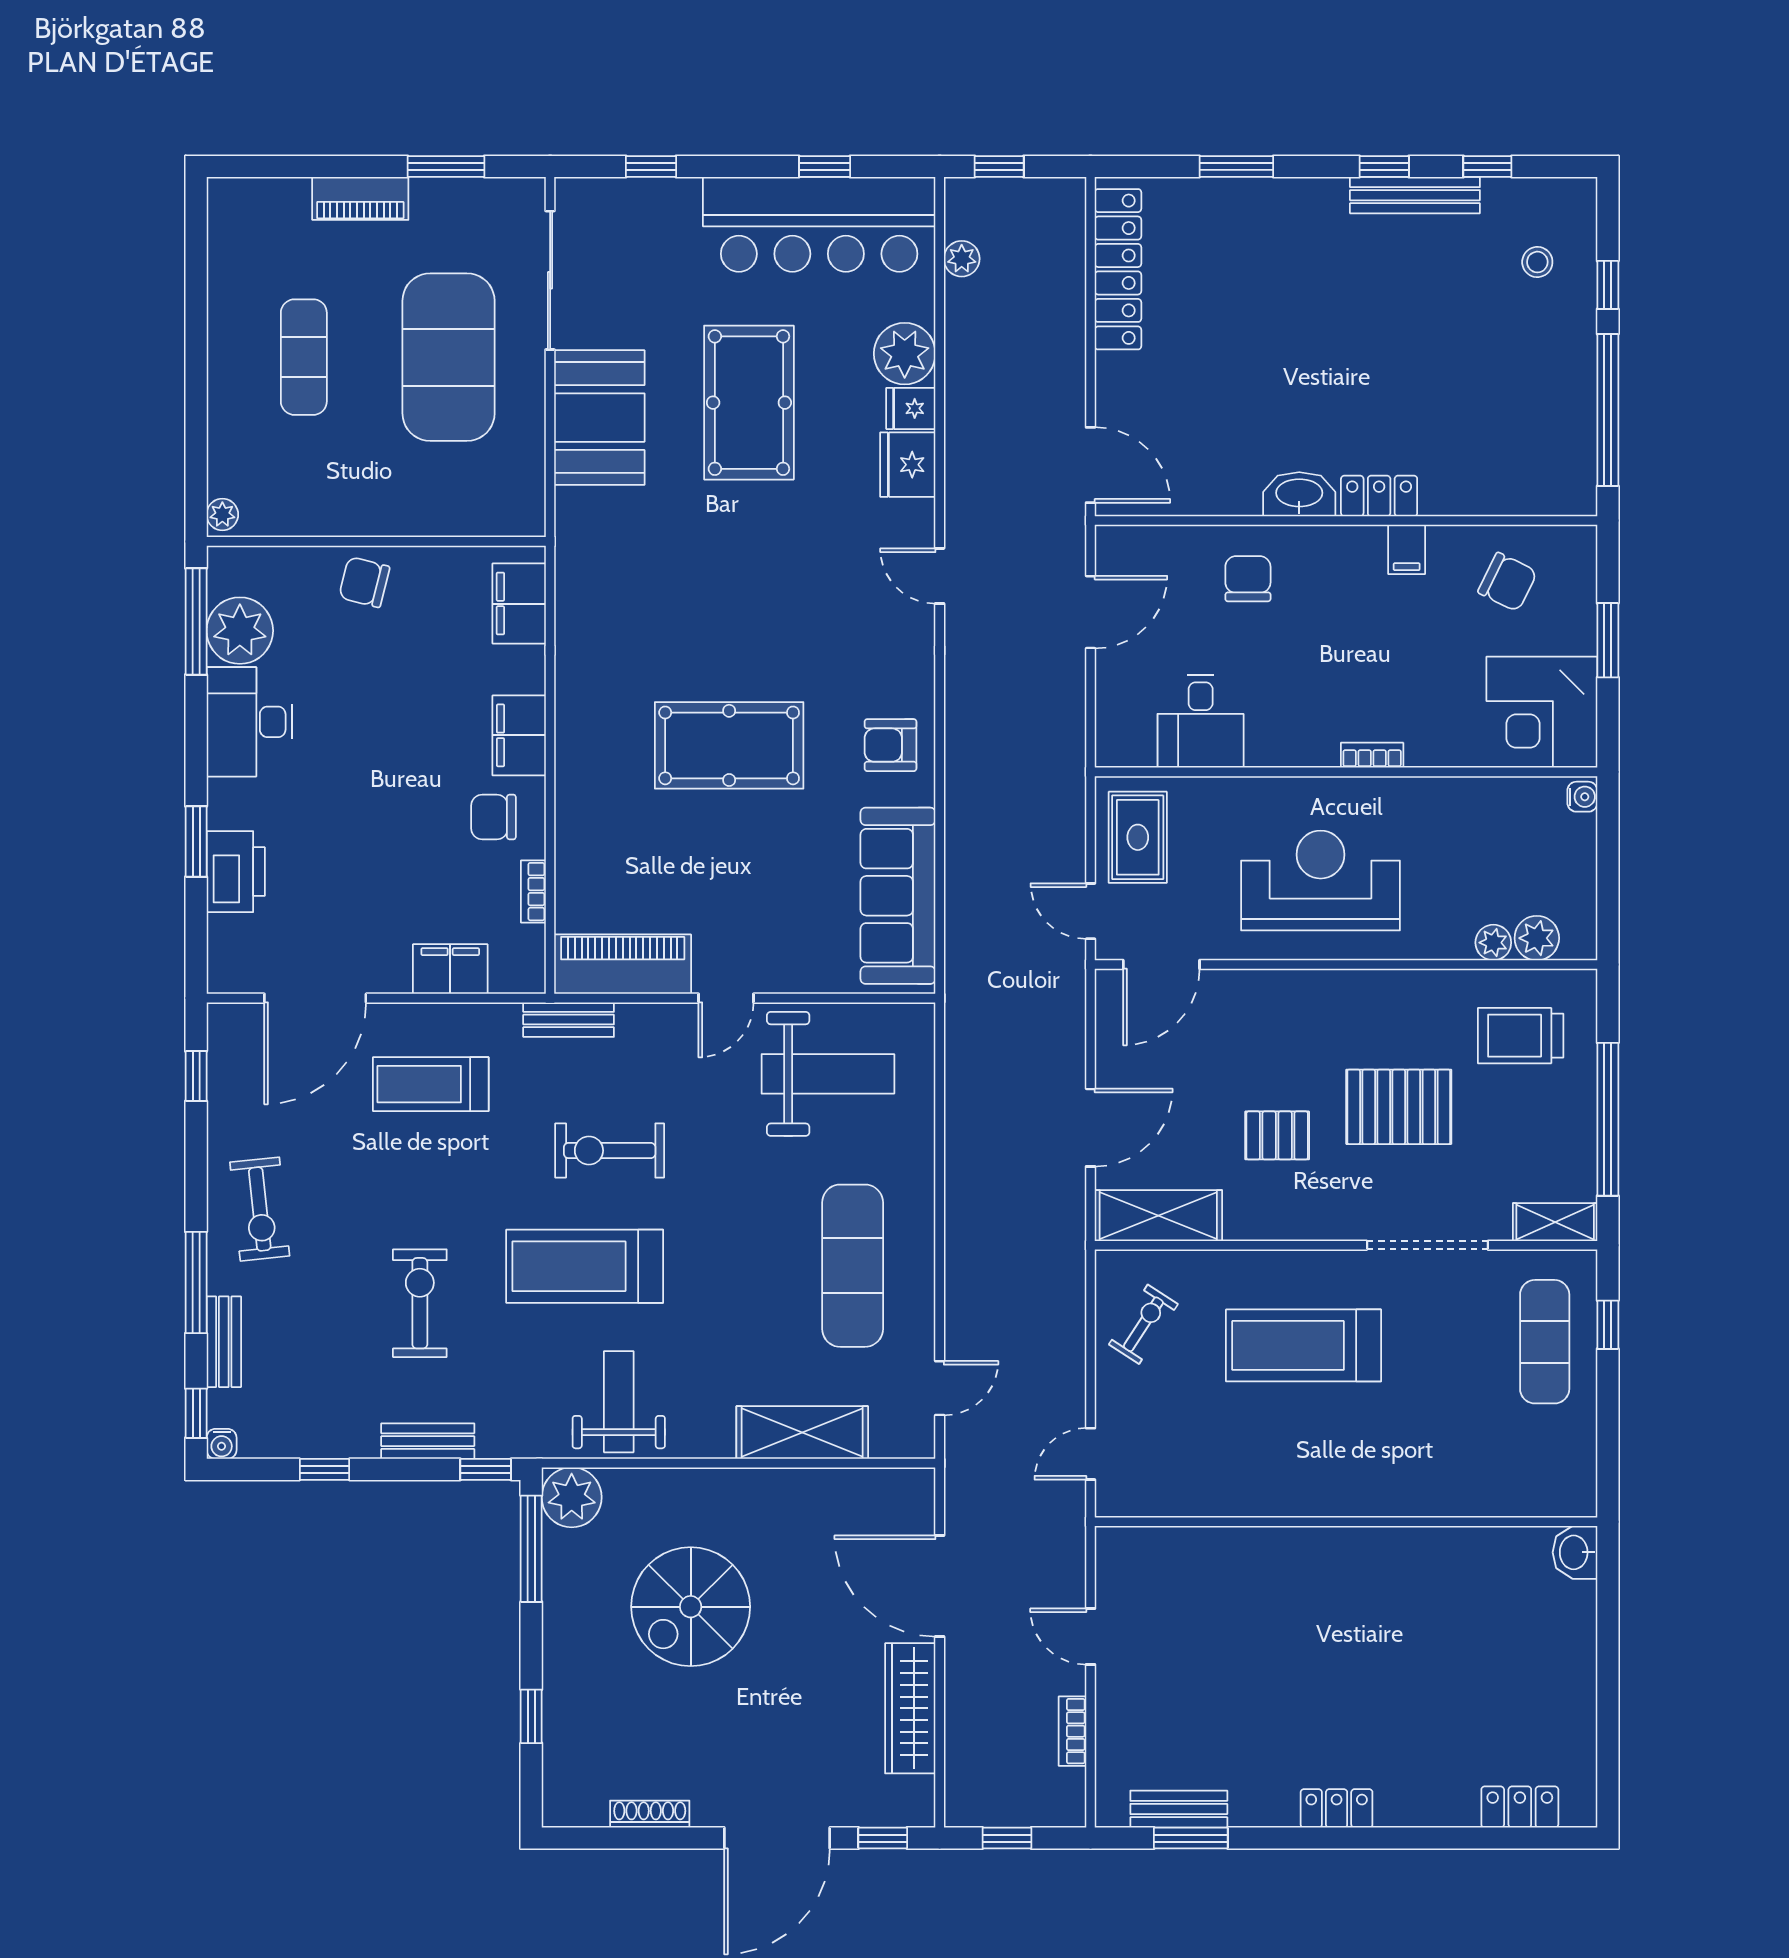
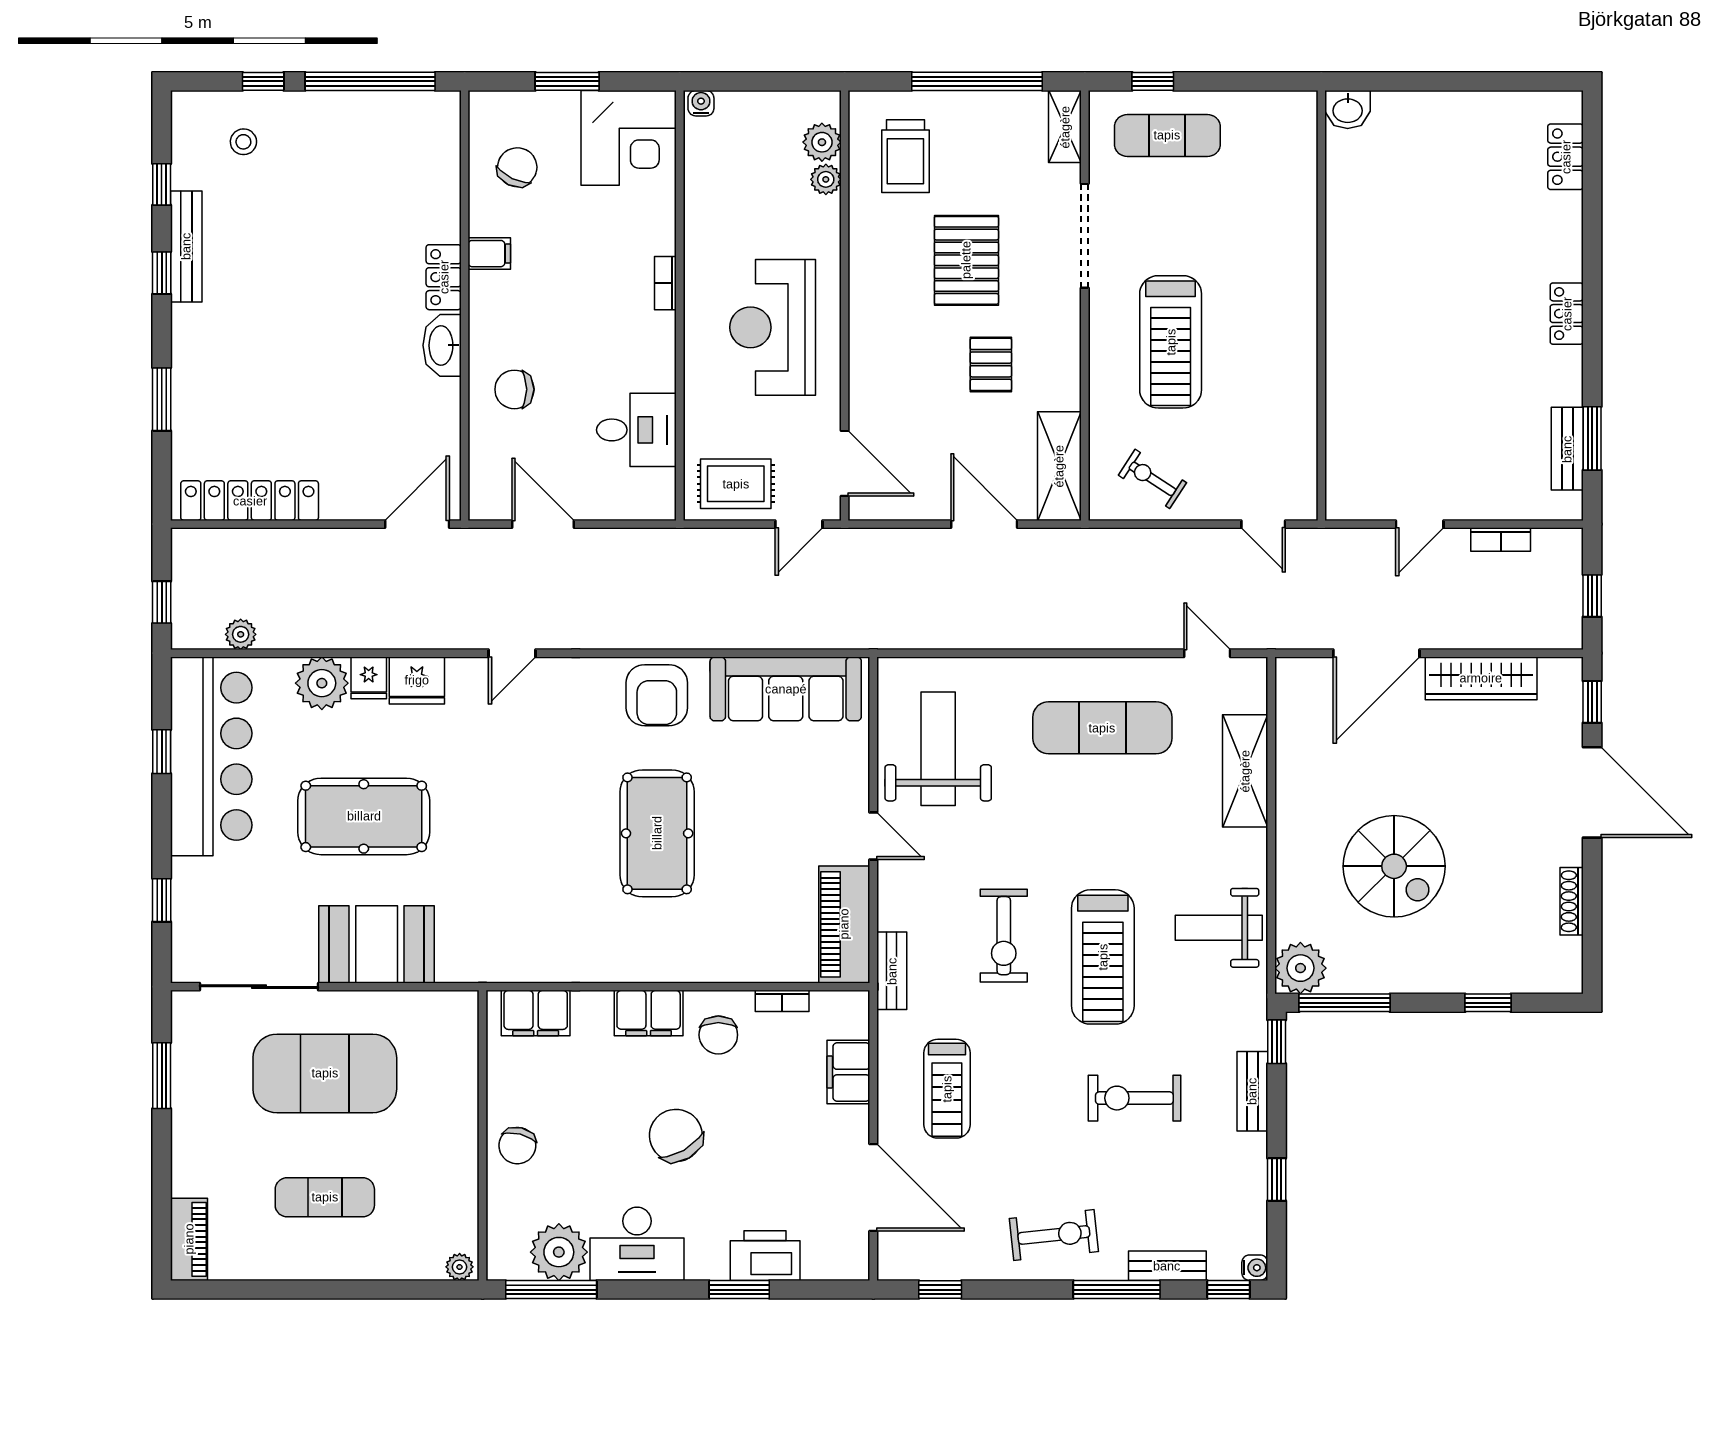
piano: (360, 198) -> (189, 1239), moved
armchair: (891, 745) -> (657, 695), width x1.38, depth x1.38
chair: (376, 767) -> (676, 1135), added

